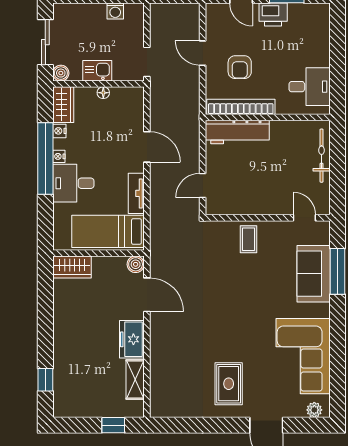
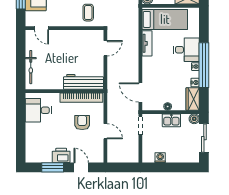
door: (147, 147) -> (140, 92), moved
coffee table: (249, 239) -> (88, 13), moved

